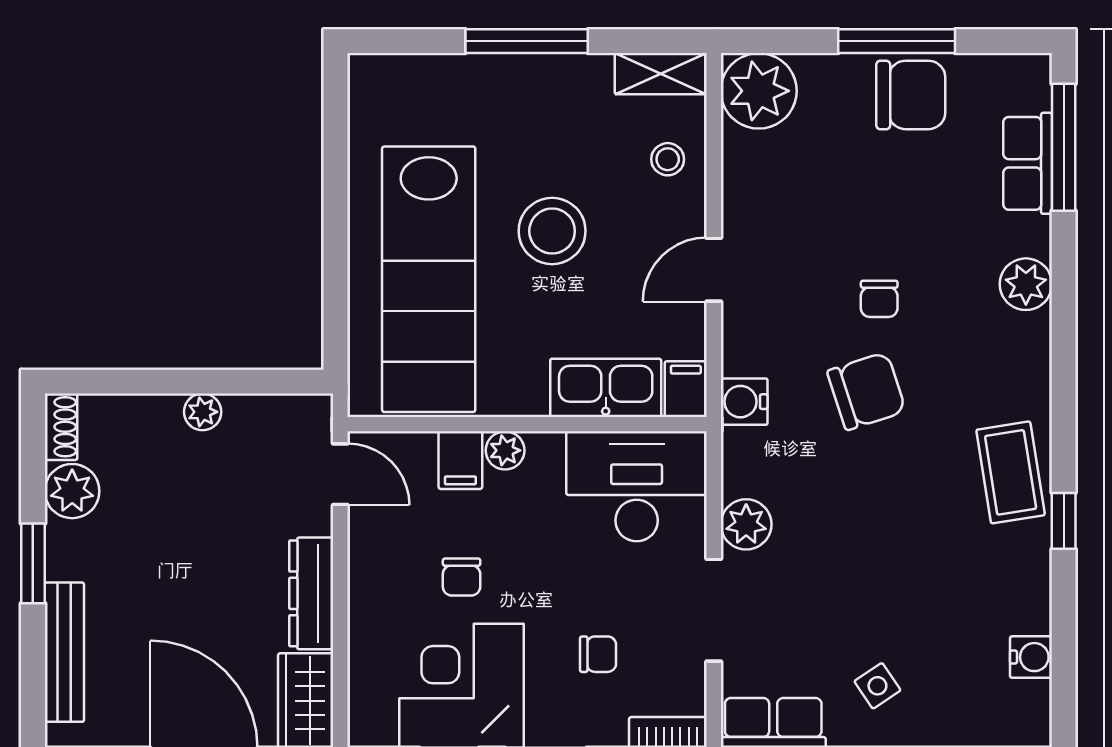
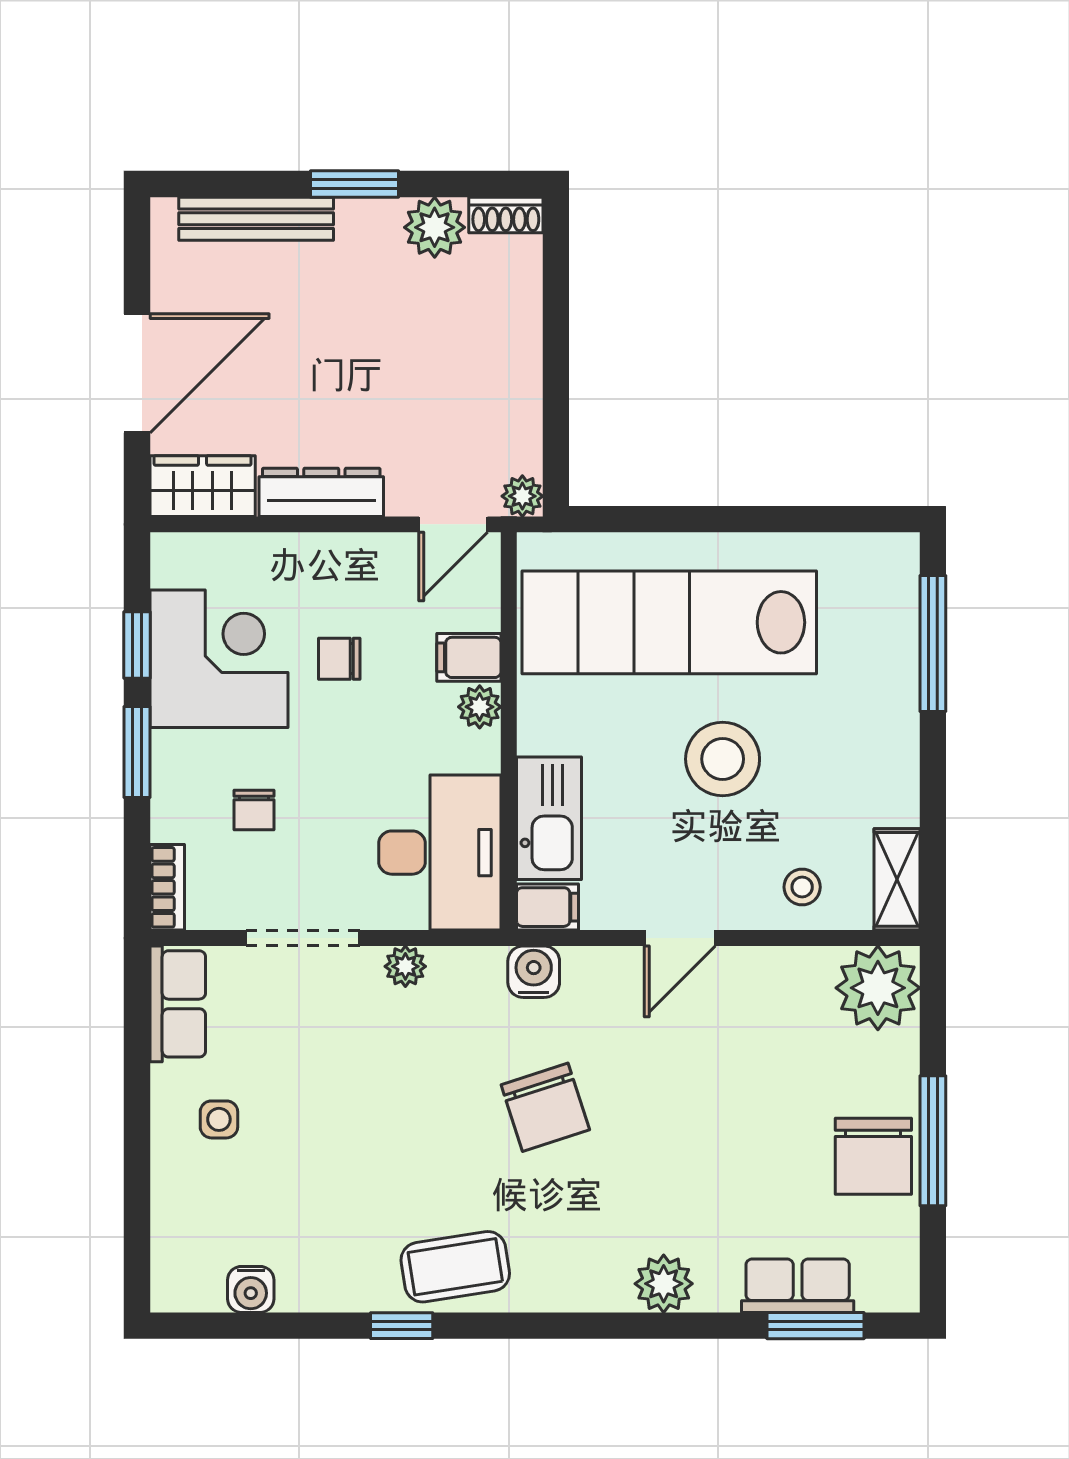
window: (527, 41) -> (933, 643), moved
window: (1064, 147) -> (815, 1326), width x0.69
door: (714, 270) -> (680, 938), swing flipped
chair: (879, 299) -> (648, 1121), removed
plant: (203, 412) -> (522, 496), moved
plant: (746, 524) -> (405, 966), width x0.73, depth x0.73
side table: (877, 686) -> (219, 1119), turned 34

